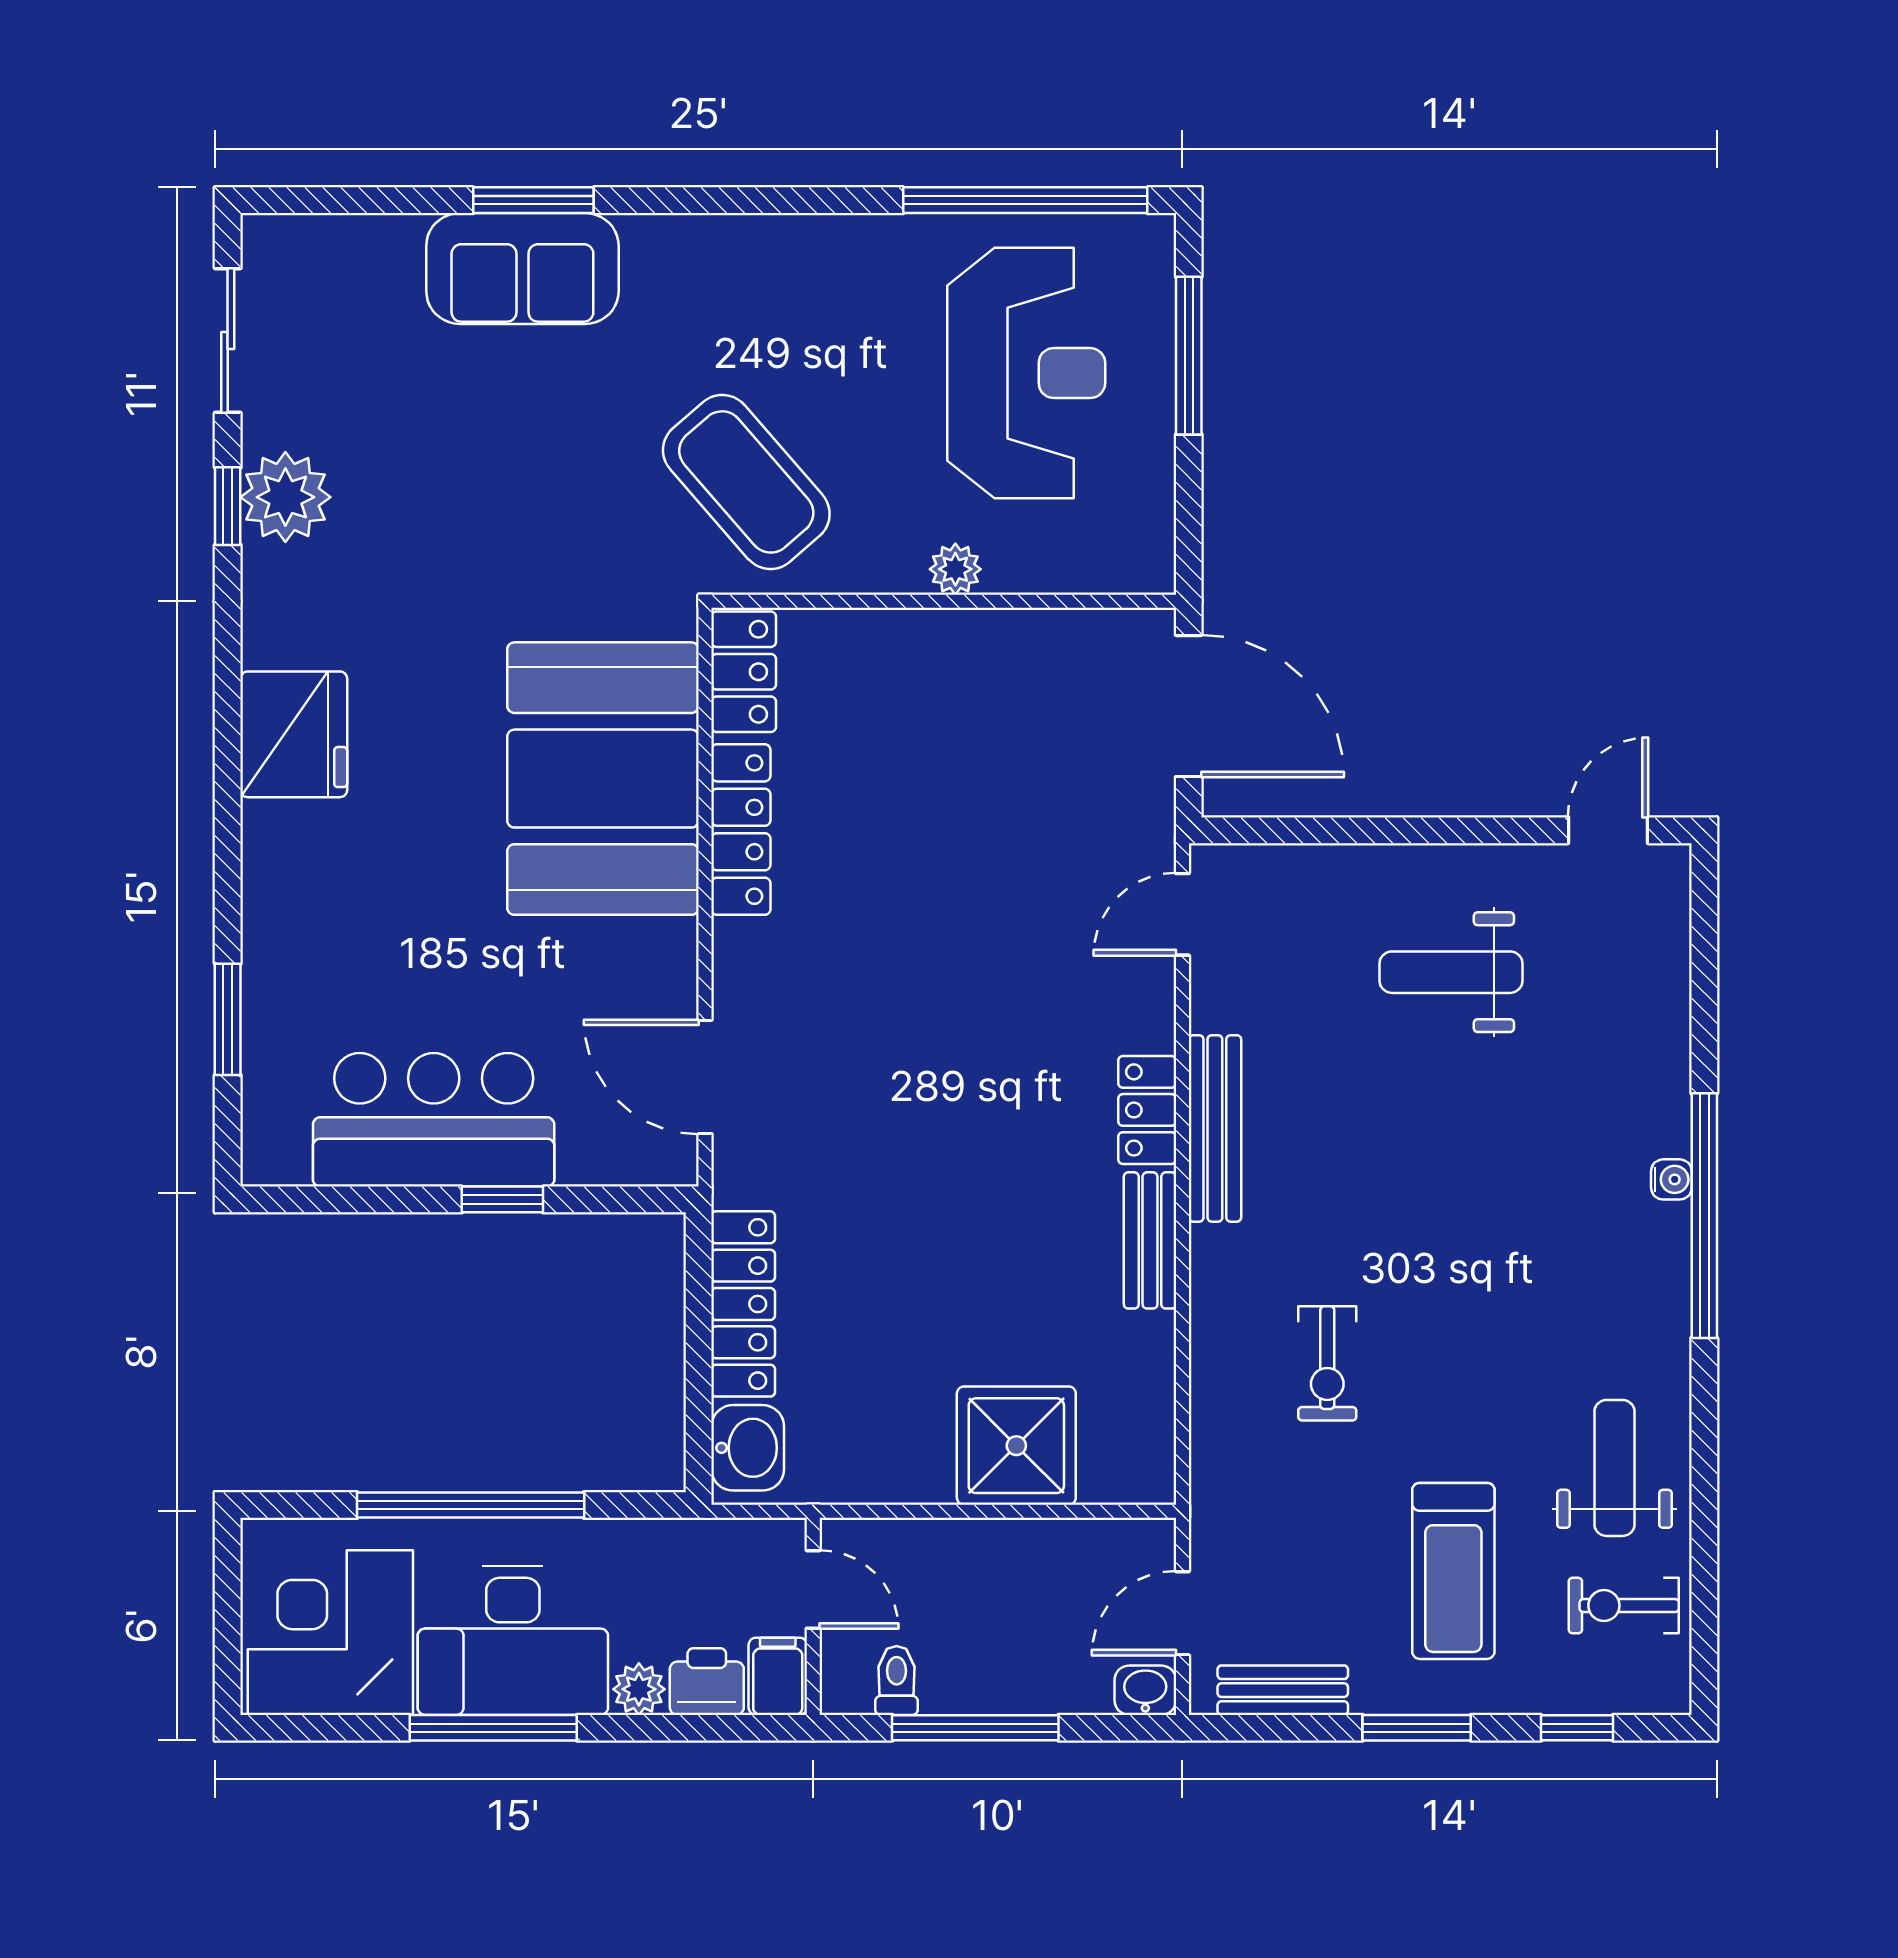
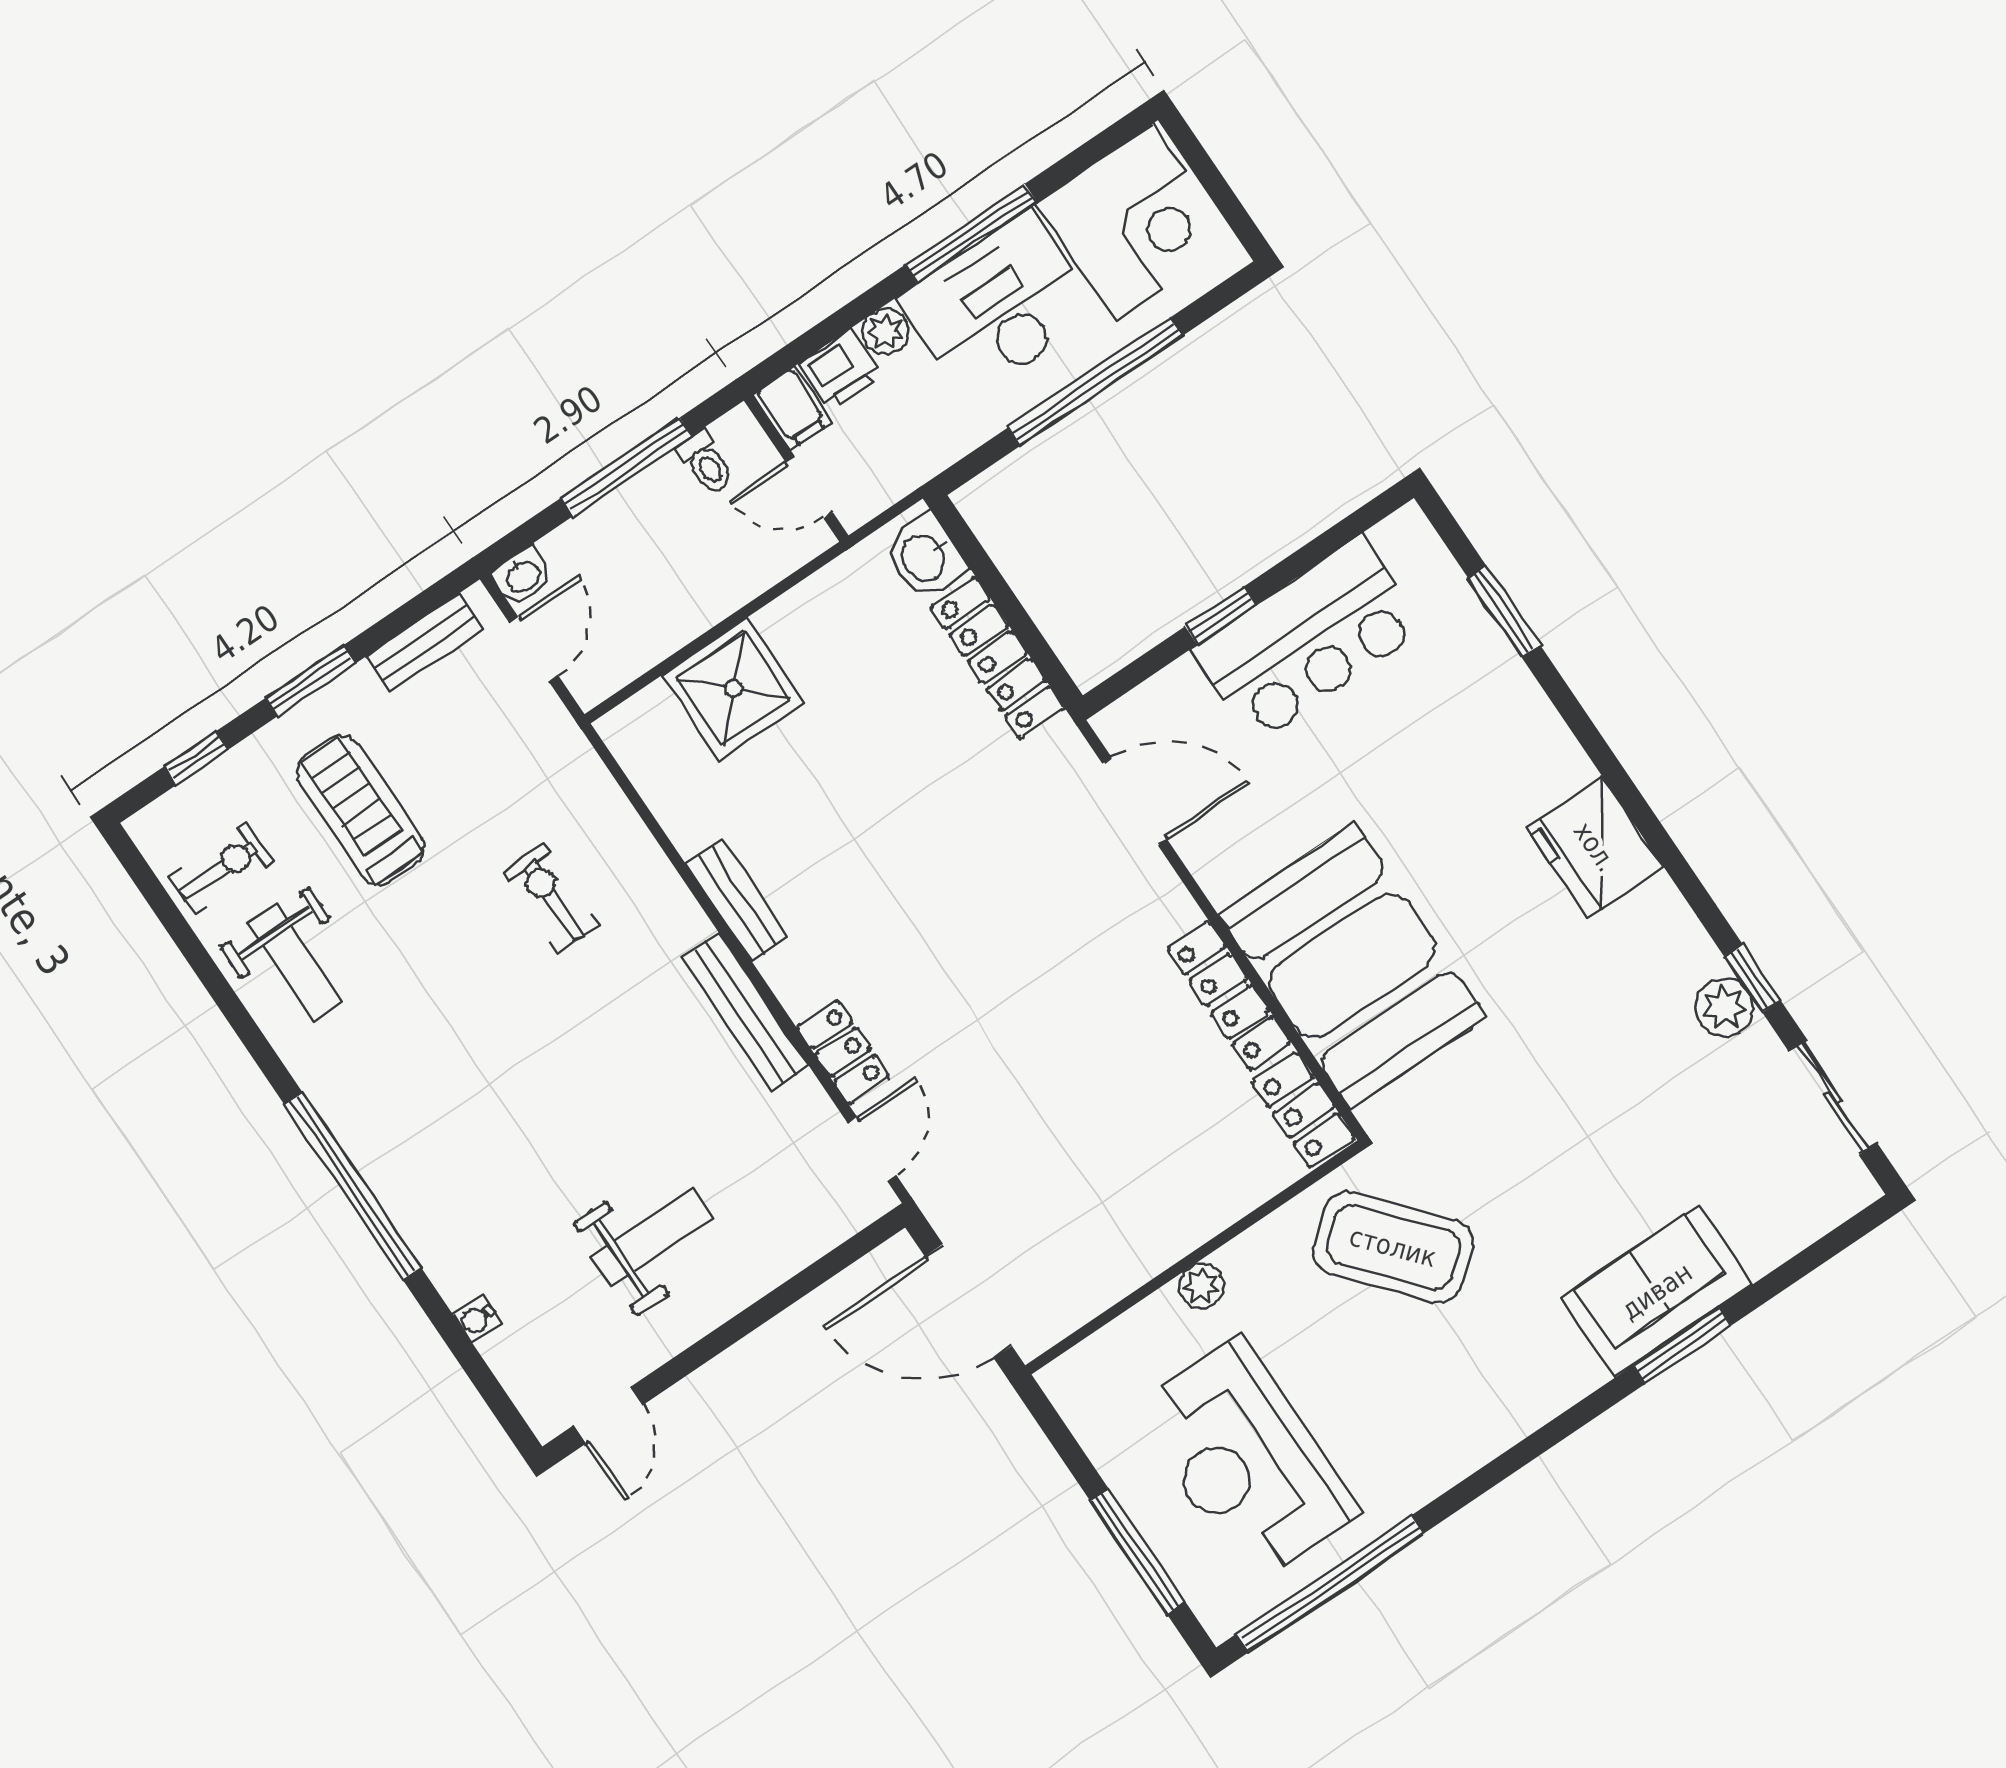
plant: (285, 497) -> (1724, 1007), width x0.73, depth x0.73
locker: (1147, 1110) -> (843, 1052), moved
water cooler: (1671, 1179) -> (477, 1319), moved

